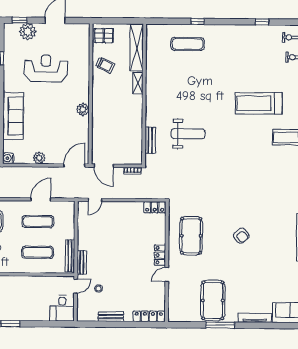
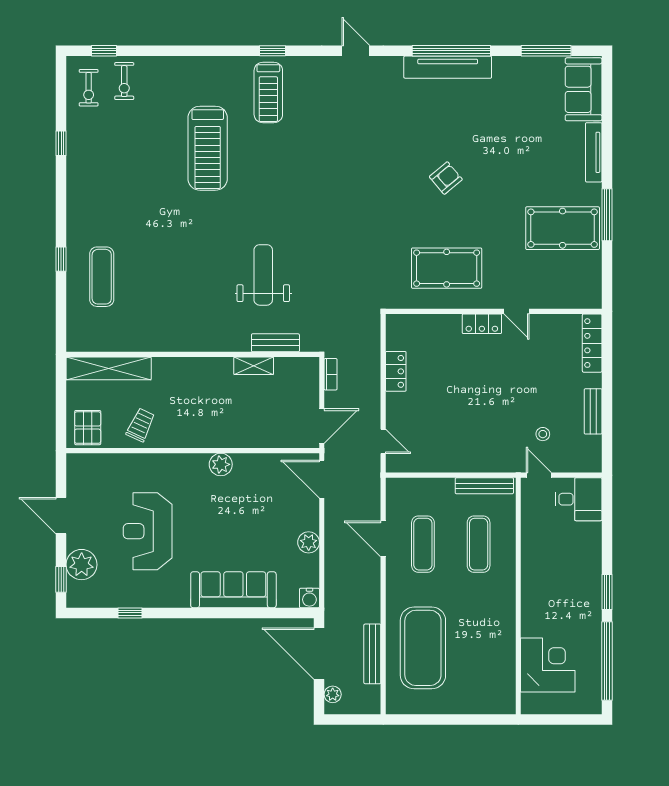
shelving: (138, 83) -> (254, 366), moved
locker: (155, 207) -> (396, 371), moved
bench: (82, 262) -> (496, 465), removed

